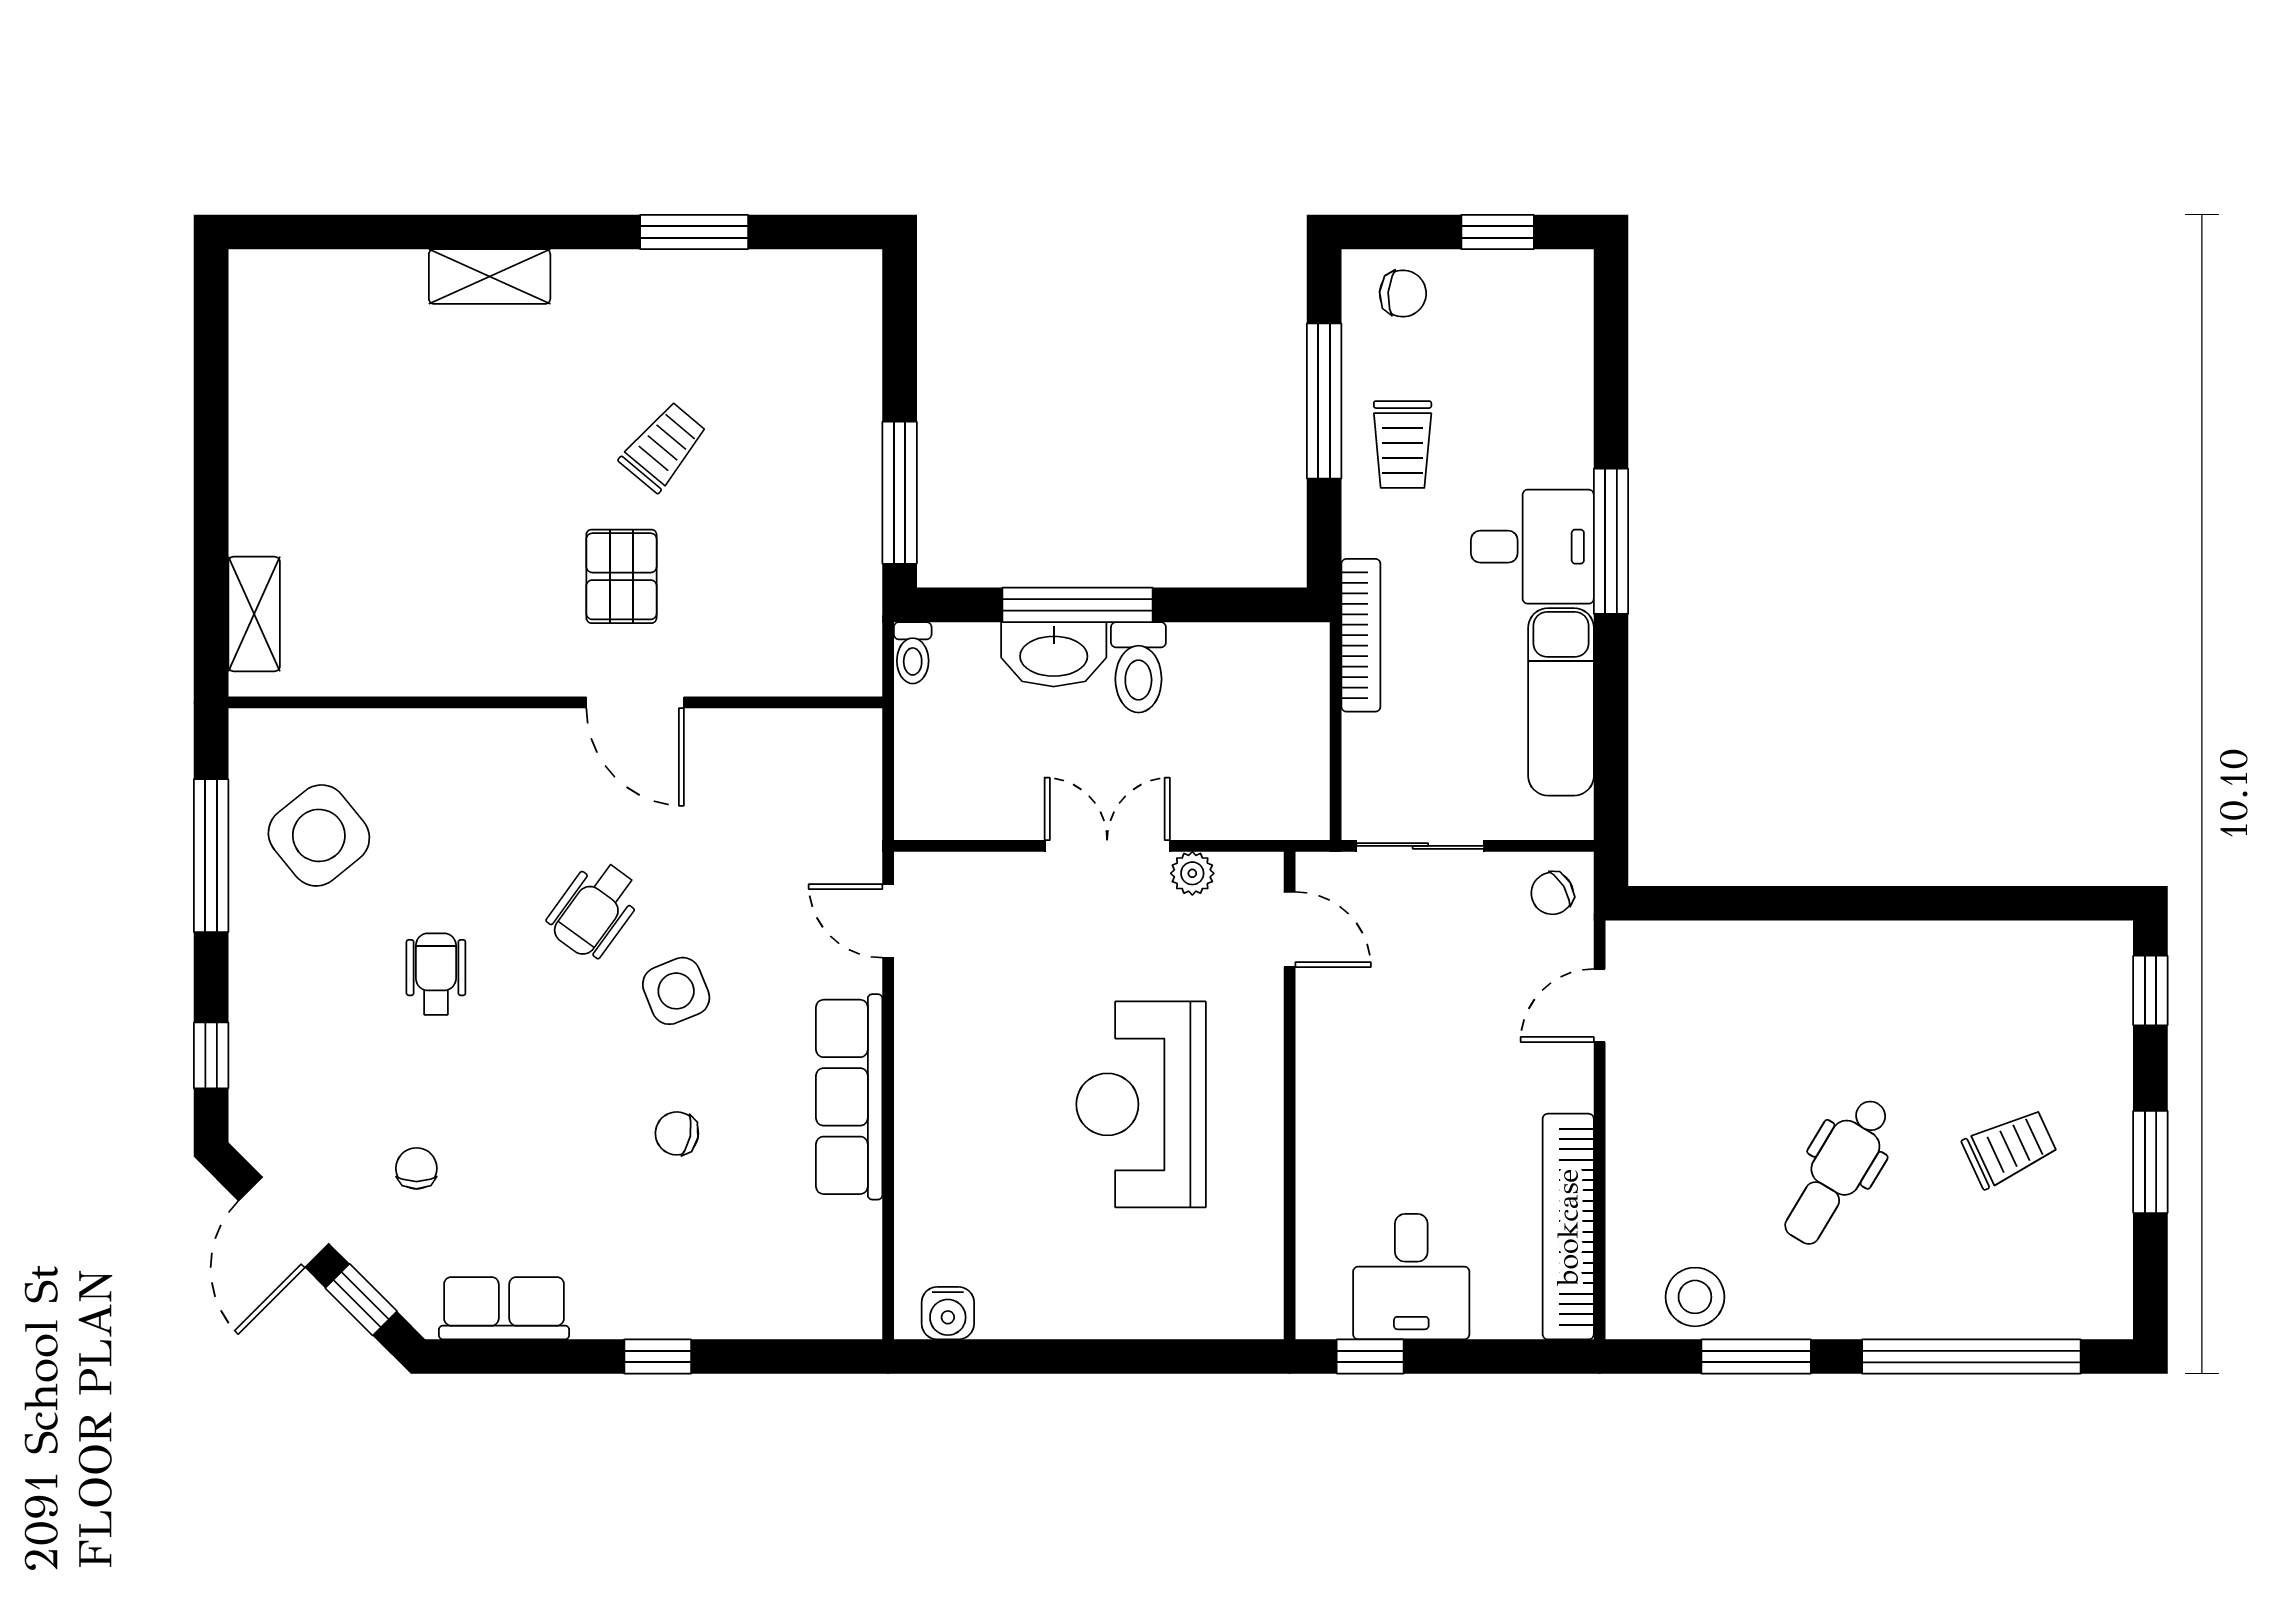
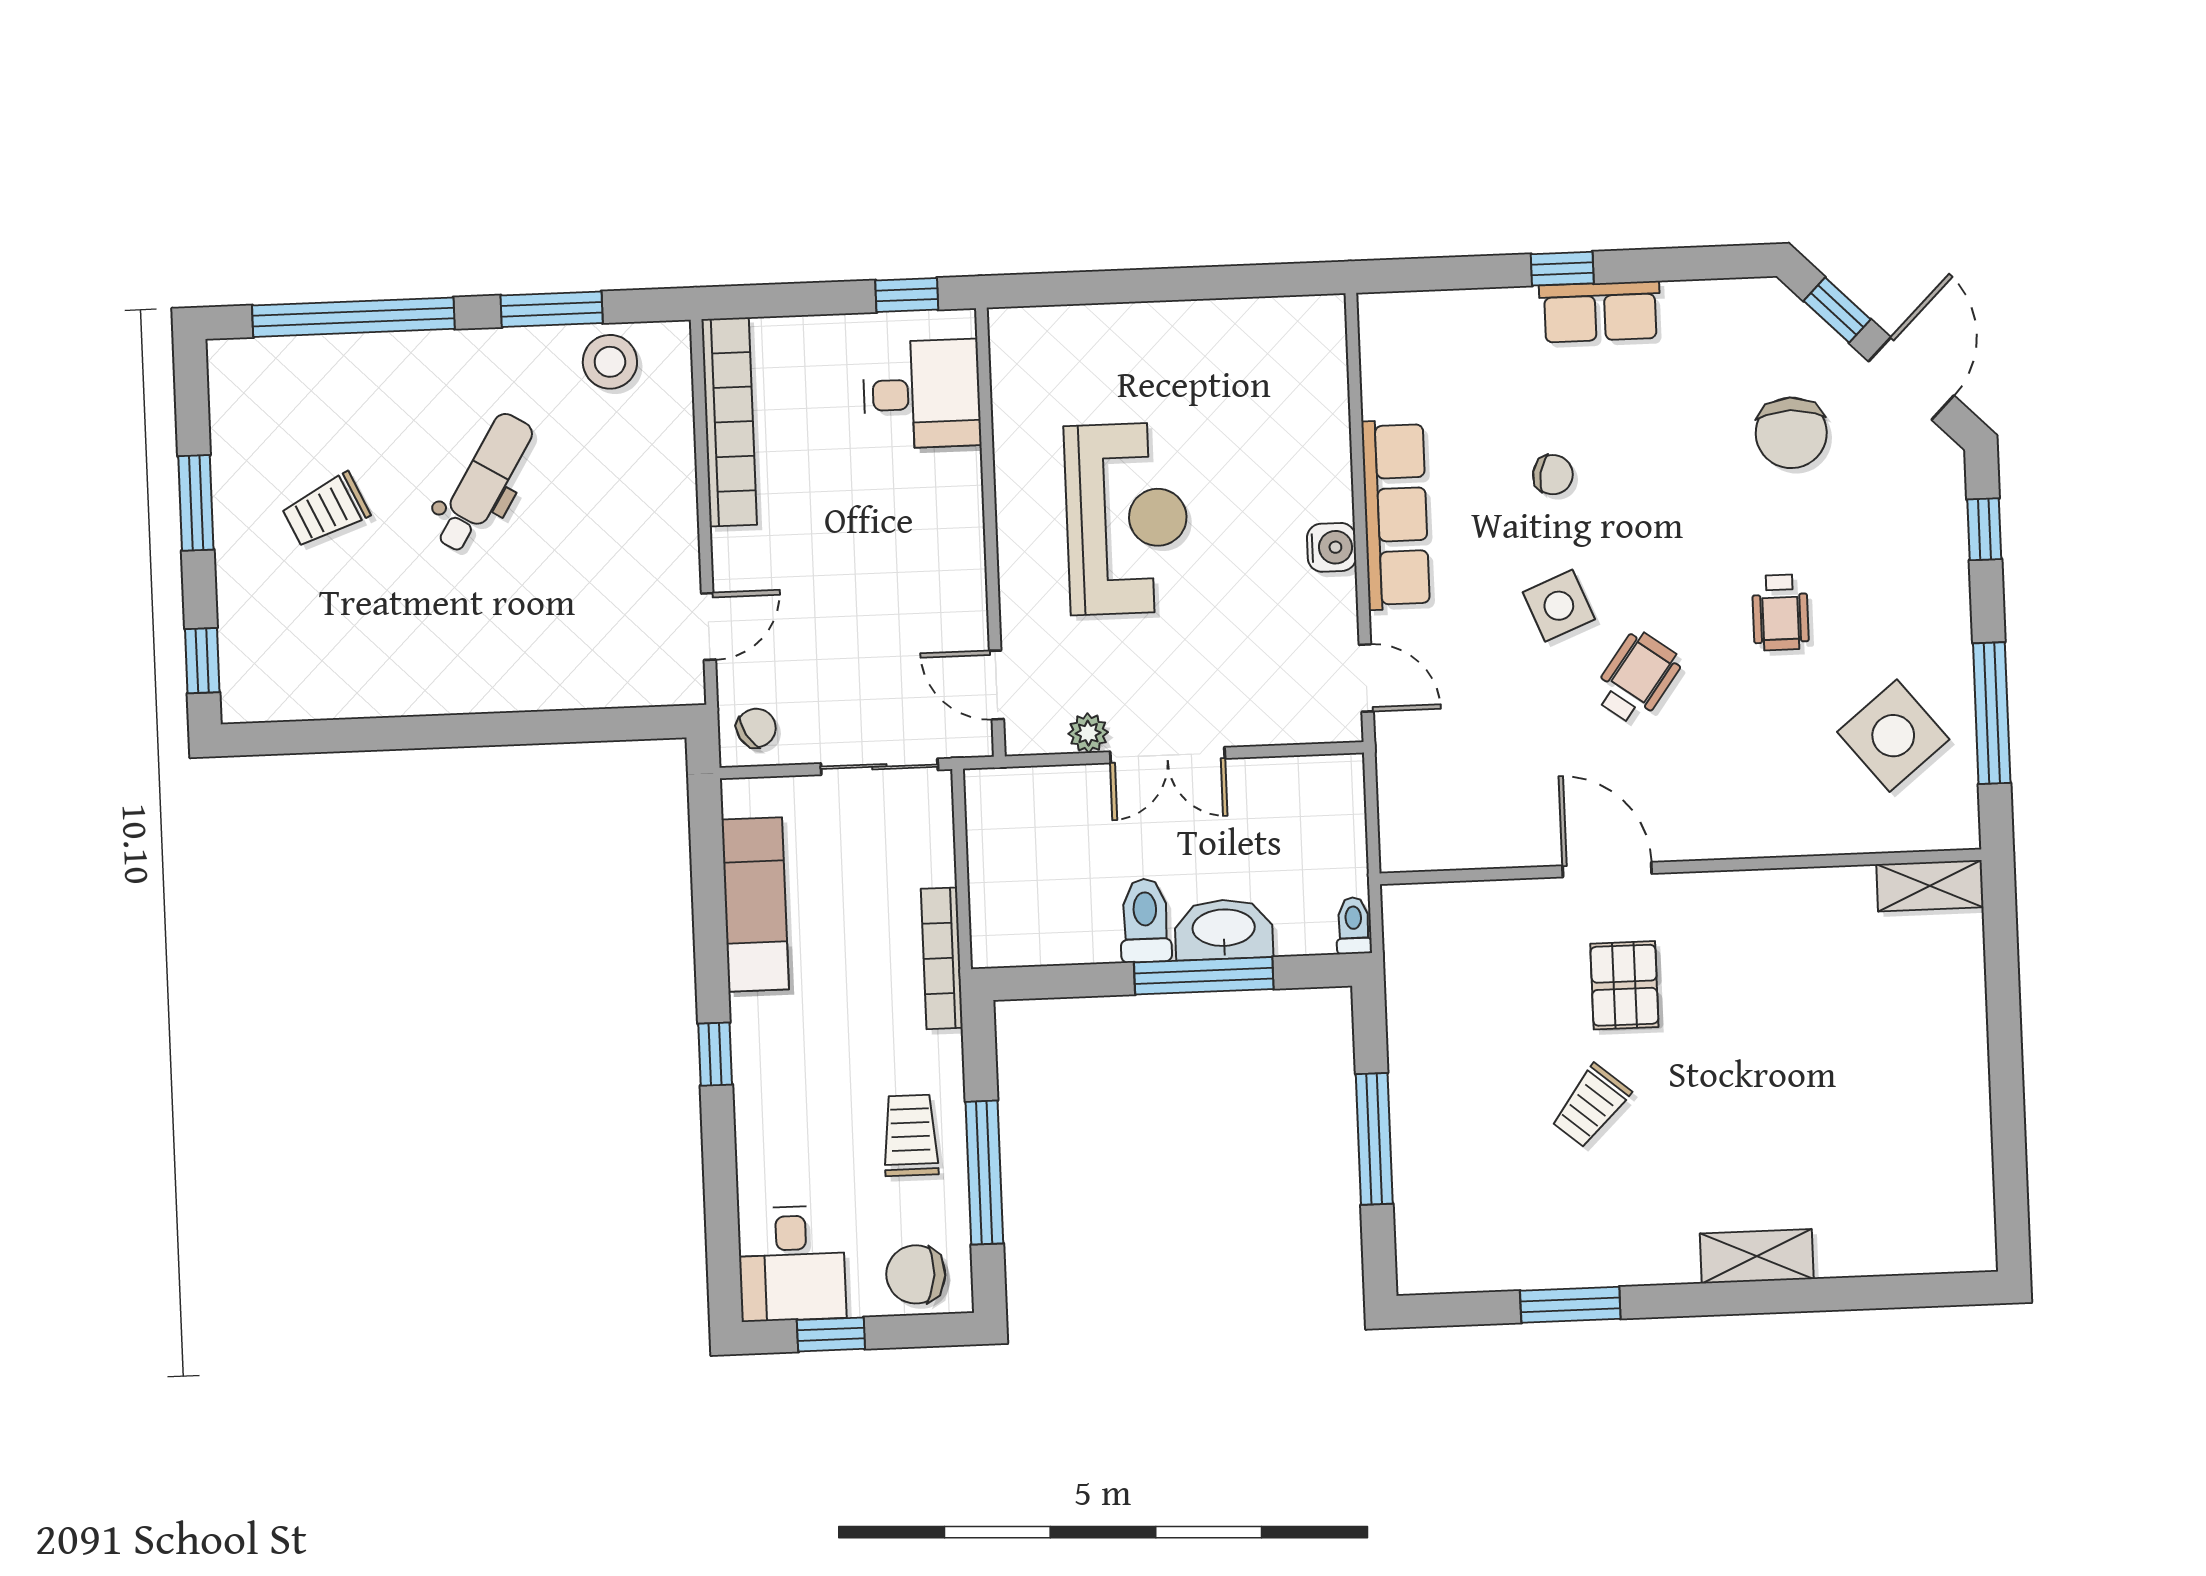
chair: (1403, 293) -> (916, 1274), width x1.37, depth x1.37
window: (900, 493) -> (1374, 1139), moved
window: (1611, 541) -> (715, 1054), width x0.46
desk: (1532, 547) -> (792, 1264), moved, turned -90
shelving: (254, 614) -> (1930, 886), moved, turned 90
chair: (416, 1168) -> (1791, 433), width x1.87, depth x1.87
desk: (1411, 1277) -> (922, 394), moved, turned 90
row of seats: (504, 1308) -> (1600, 312), moved
water cooler: (948, 1313) -> (1332, 547), moved, turned 90

